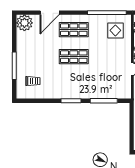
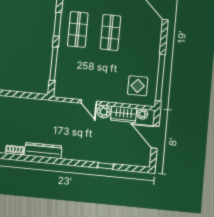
shop shelf: (74, 30) -> (78, 29), moved

